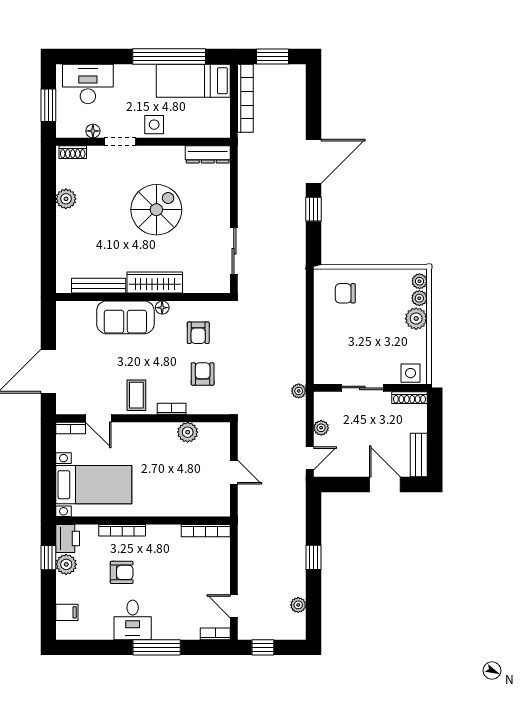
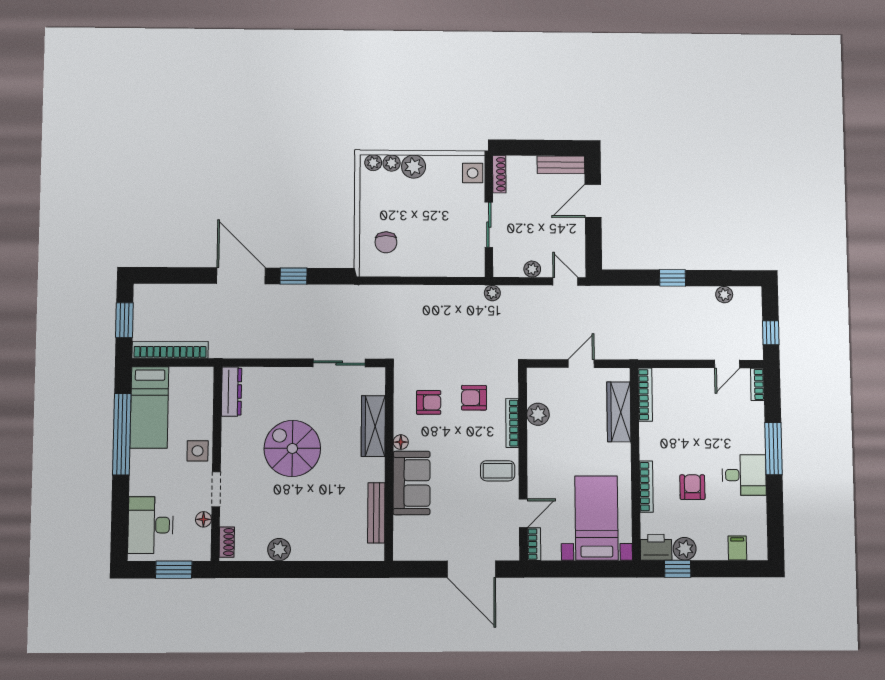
wardrobe: (155, 283) -> (373, 426), moved
bookcase: (172, 409) -> (512, 423), width x1.56
wardrobe: (190, 506) -> (619, 412), added

